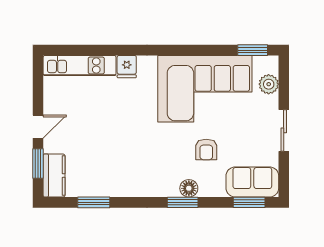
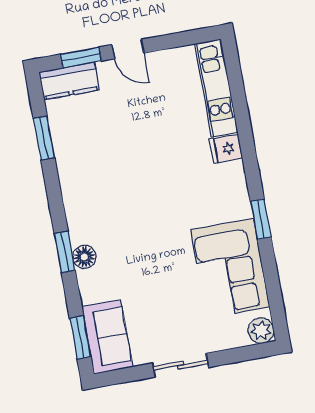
window: (253, 50) -> (261, 219), moved
plant: (269, 84) -> (261, 331), moved
corner sofa: (205, 89) -> (230, 268), width x0.73, depth x0.74
armchair: (206, 149) -> (138, 270), removed

